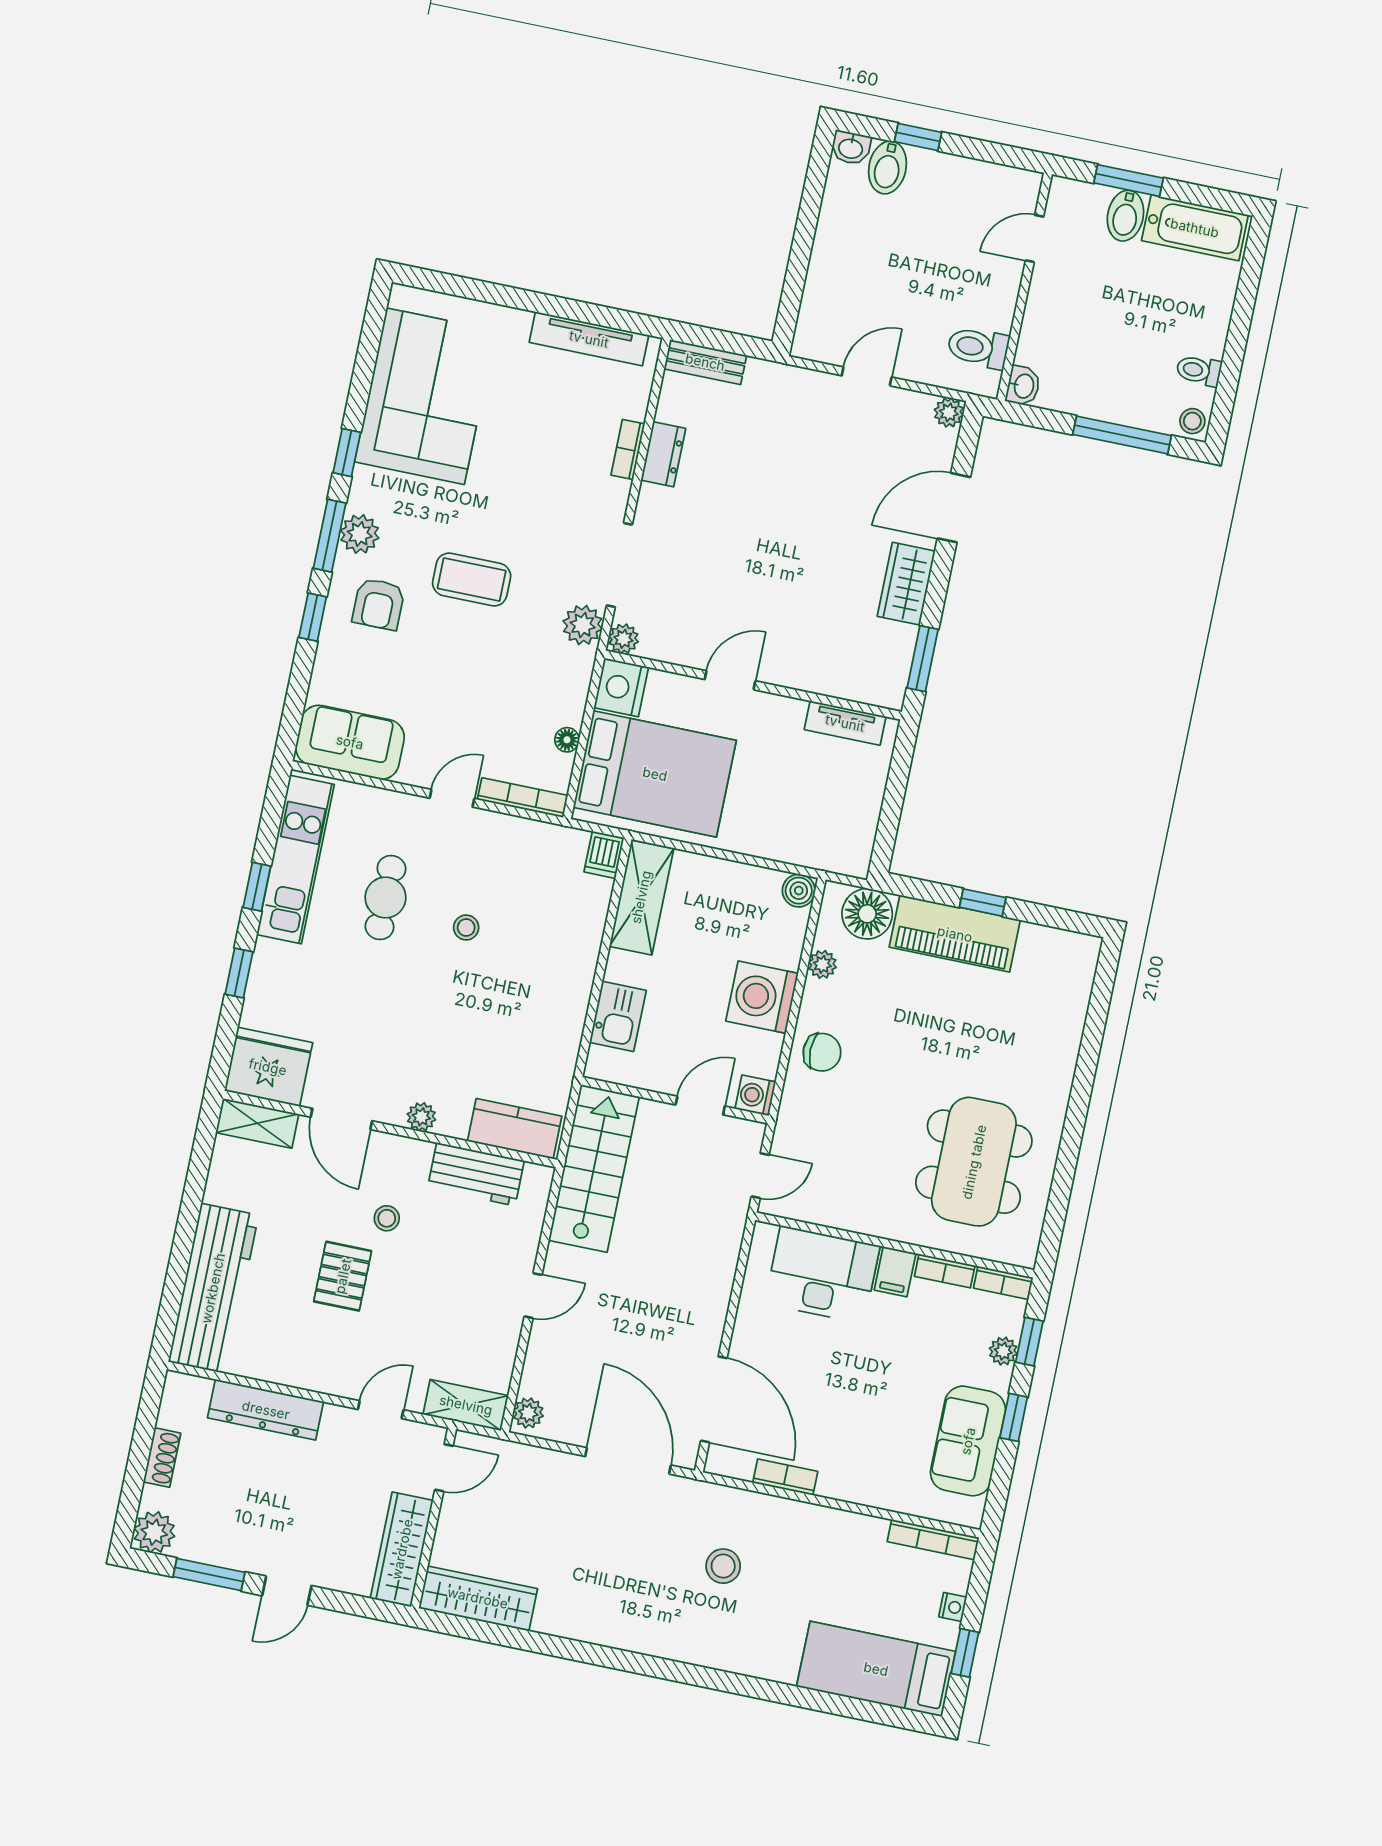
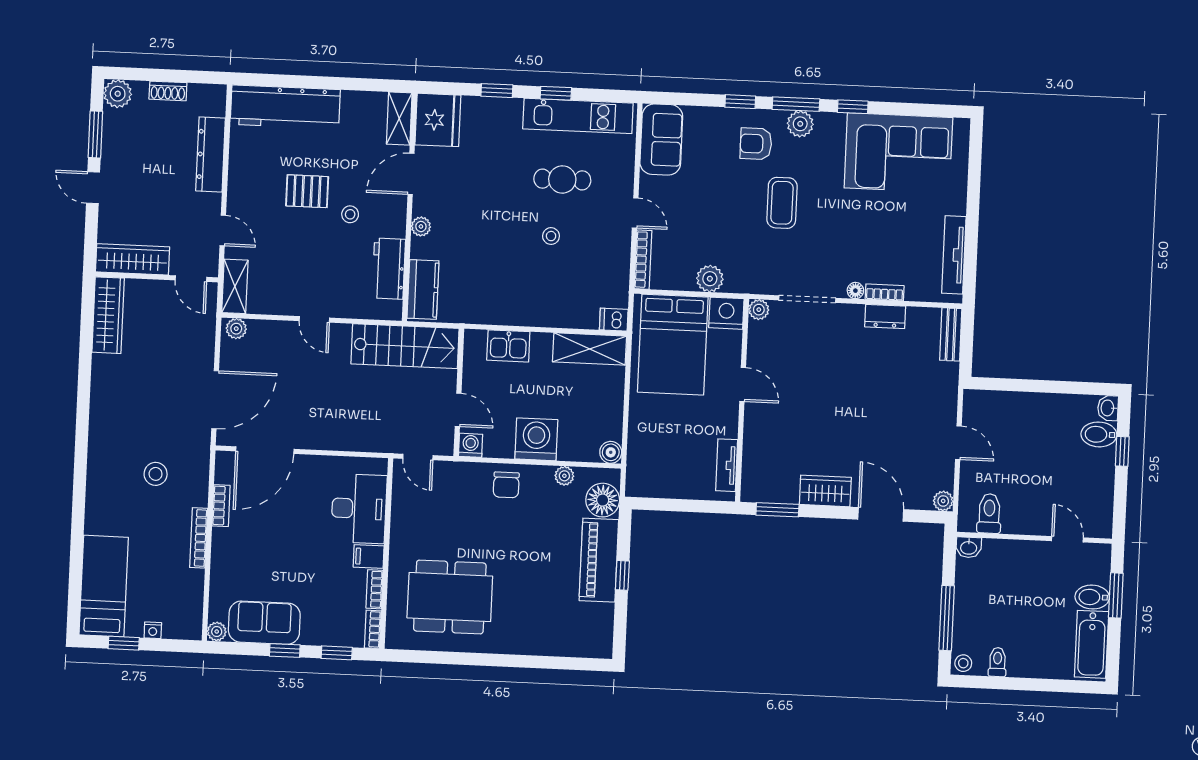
plant: (583, 625) -> (710, 279), moved
floor lamp: (567, 740) -> (855, 291), moved
plant: (1003, 1351) -> (217, 632), moved
bookcase: (933, 1540) -> (199, 538), moved

